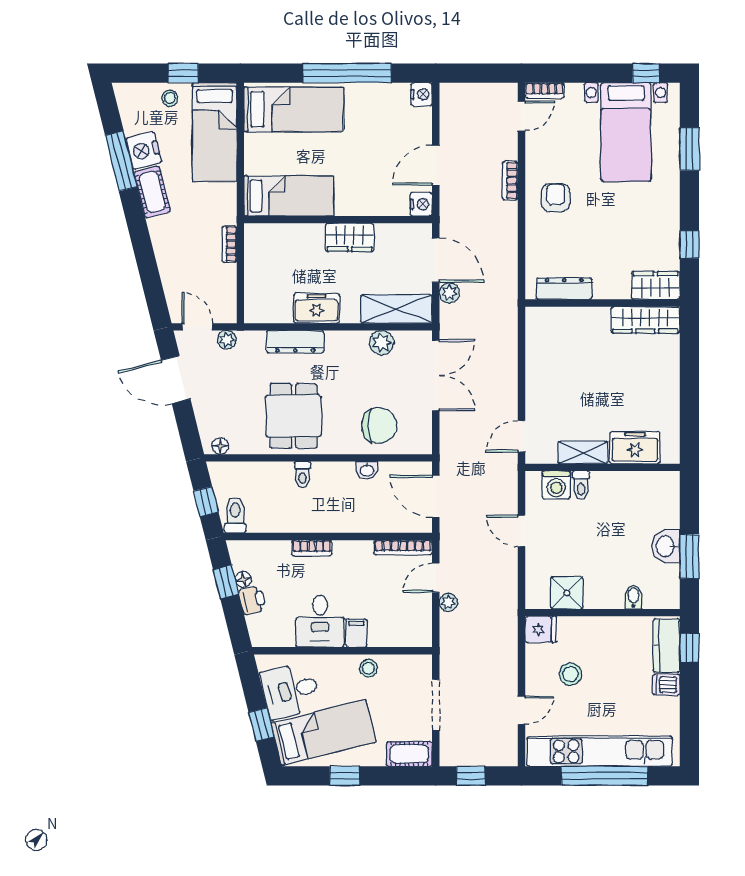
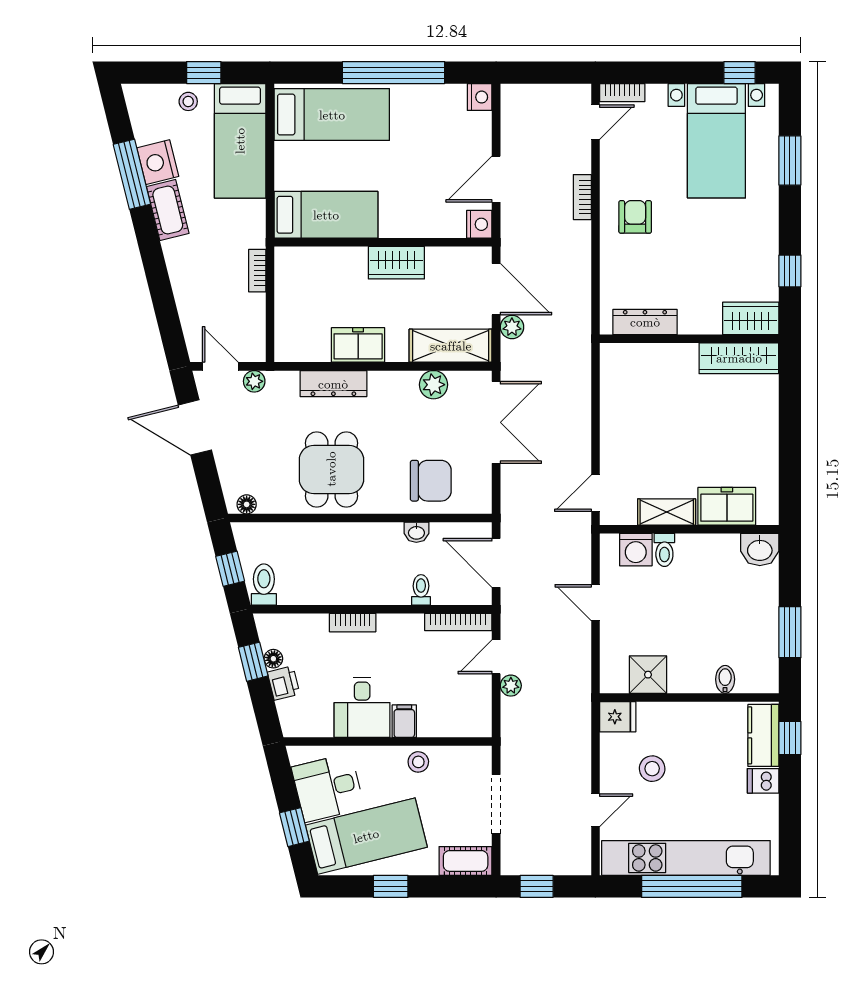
toilet: (302, 475) -> (421, 590), moved, turned 180
washbasin: (666, 546) -> (760, 549), moved, turned -90

